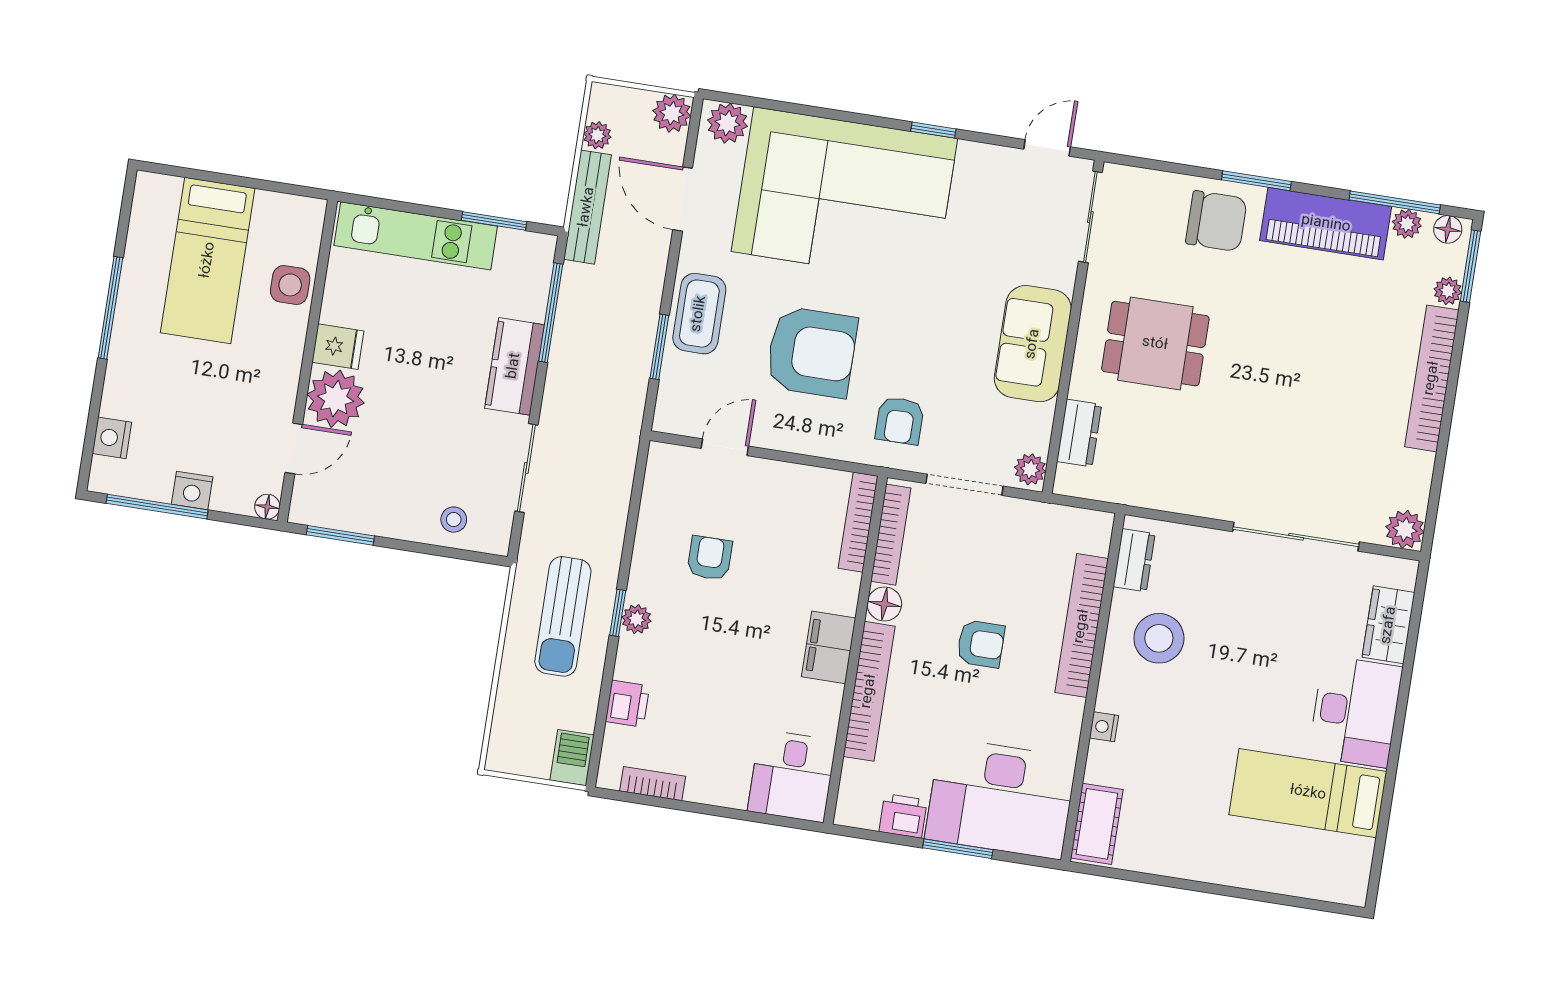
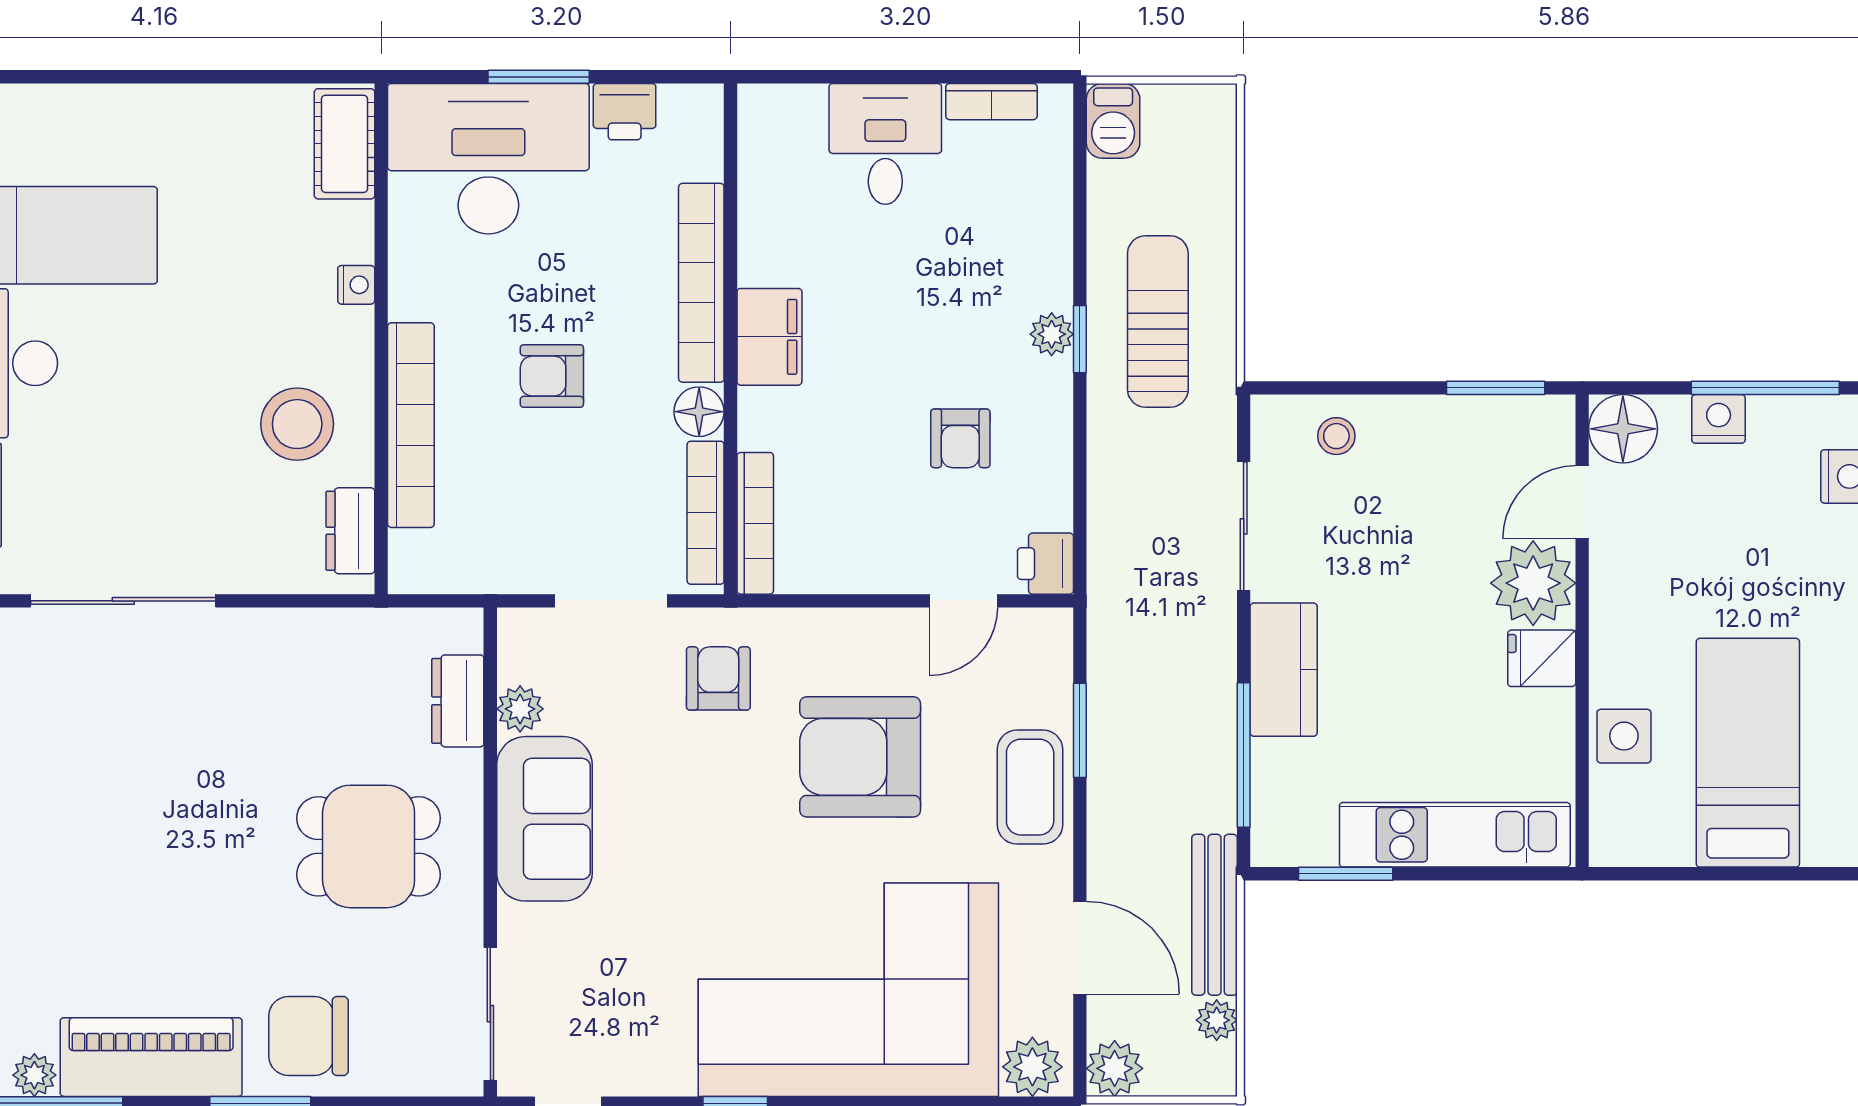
plant: (1030, 469) -> (520, 709), moved
floor lamp: (267, 507) -> (1623, 429), width x1.89, depth x1.89
printer: (627, 704) -> (1045, 564), moved
desk: (792, 776) -> (885, 144), moved

